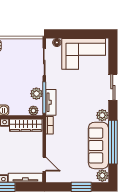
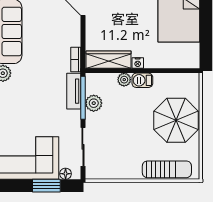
window: (71, 34) -> (46, 186), added
plant: (33, 111) -> (124, 80), moved

